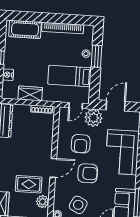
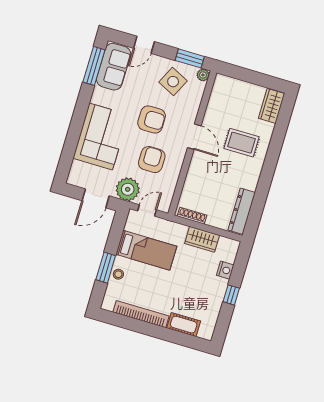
cot: (25, 29) -> (184, 325), width x0.73, depth x0.75
door: (53, 168) -> (194, 137), swing flipped
armchair: (88, 173) -> (152, 119), turned 180
rug: (29, 184) -> (241, 143), moved
plant: (43, 202) -> (218, 96), removed

